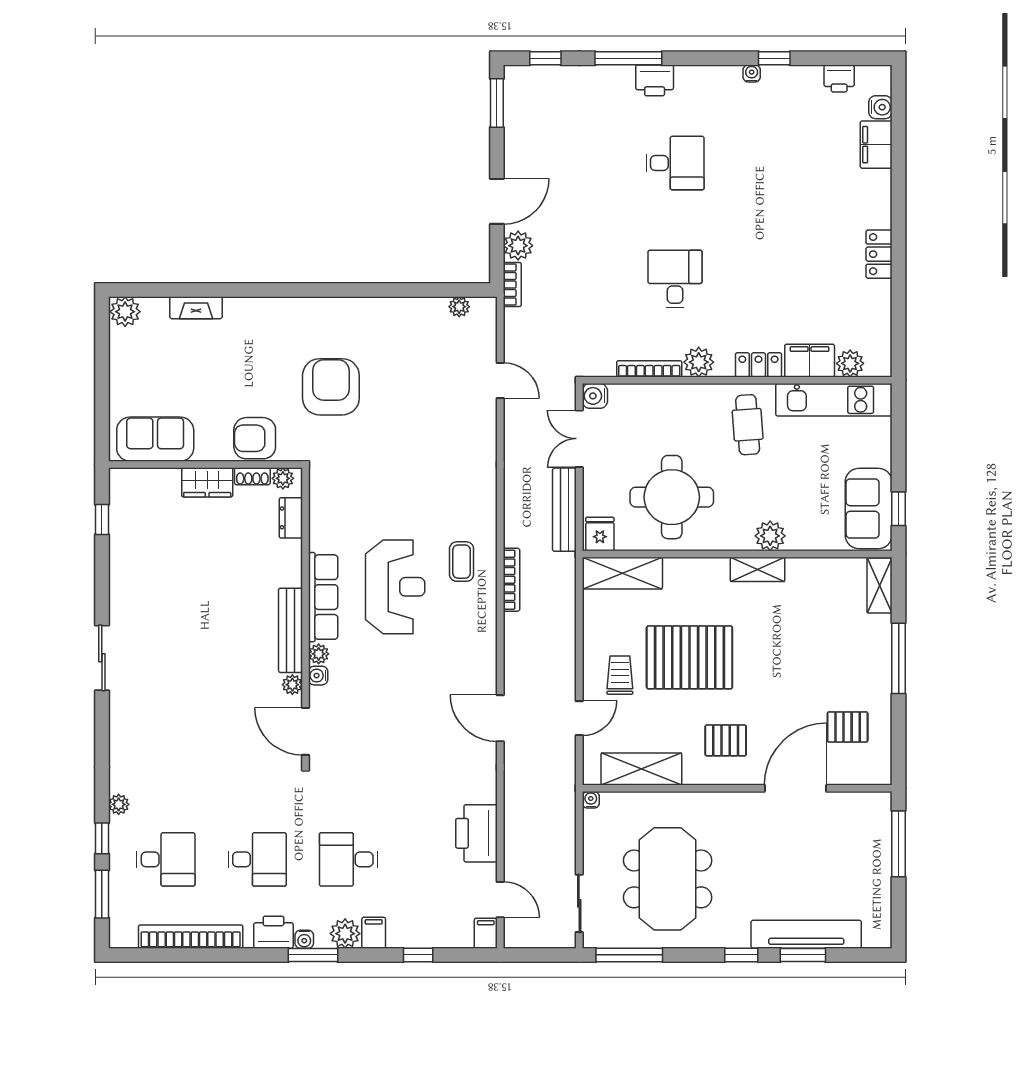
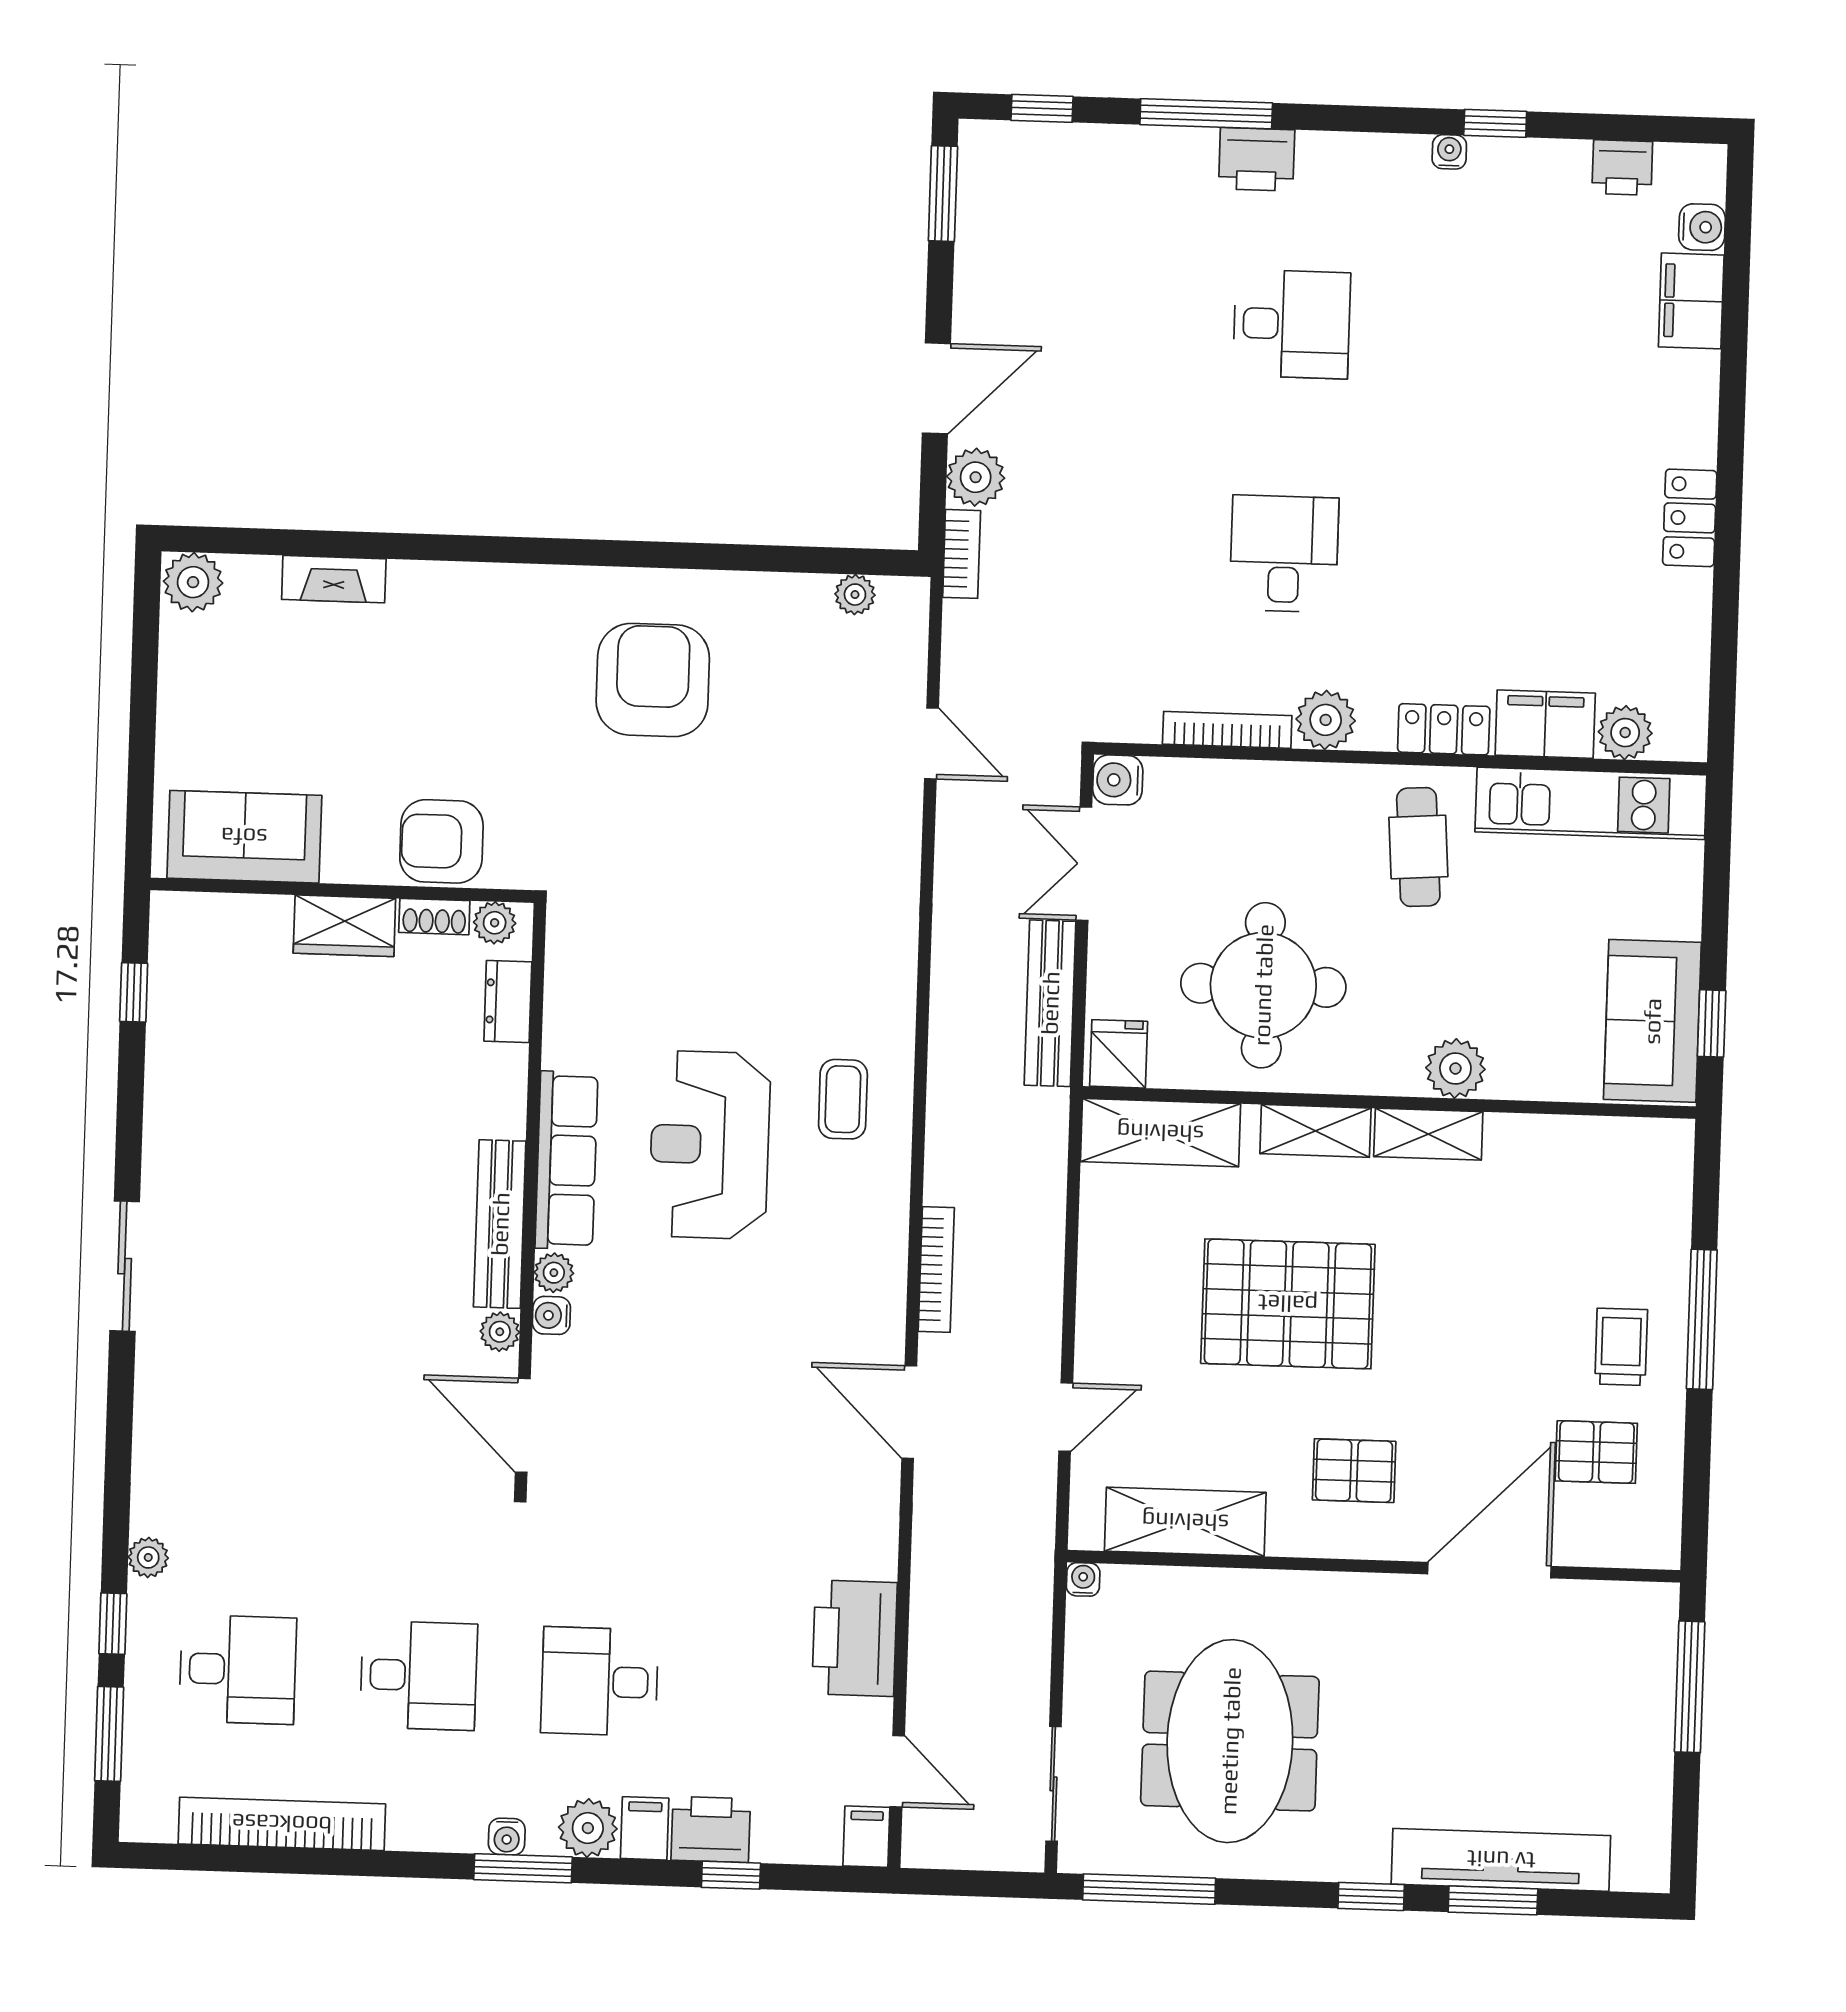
armchair: (331, 387) -> (653, 680), moved
bookcase: (511, 580) -> (936, 1270), moved
shelving: (880, 585) -> (1315, 1131), moved, turned 90
reception desk: (395, 587) -> (710, 1145), turned 180
trolley: (620, 675) -> (1621, 1347), moved
printer: (273, 932) -> (711, 1829), moved

